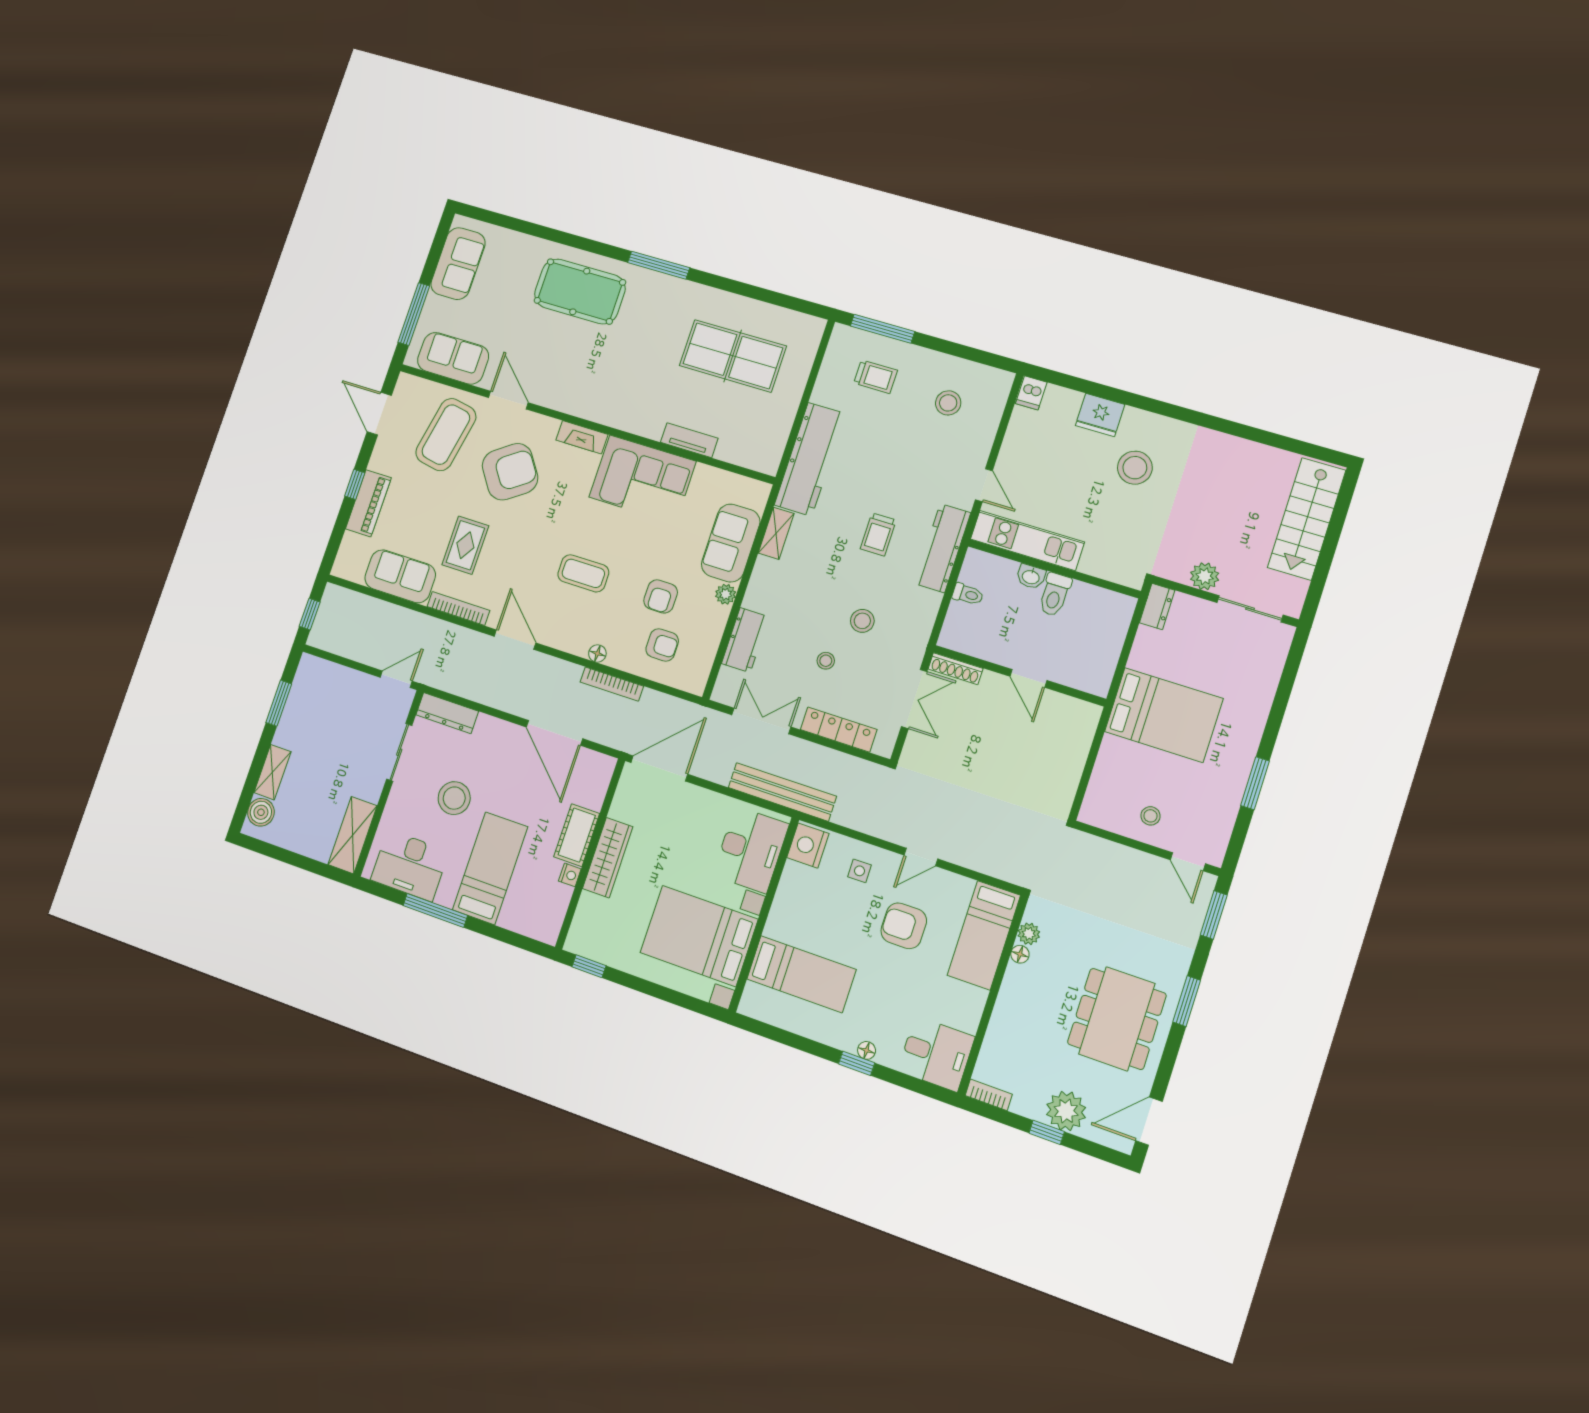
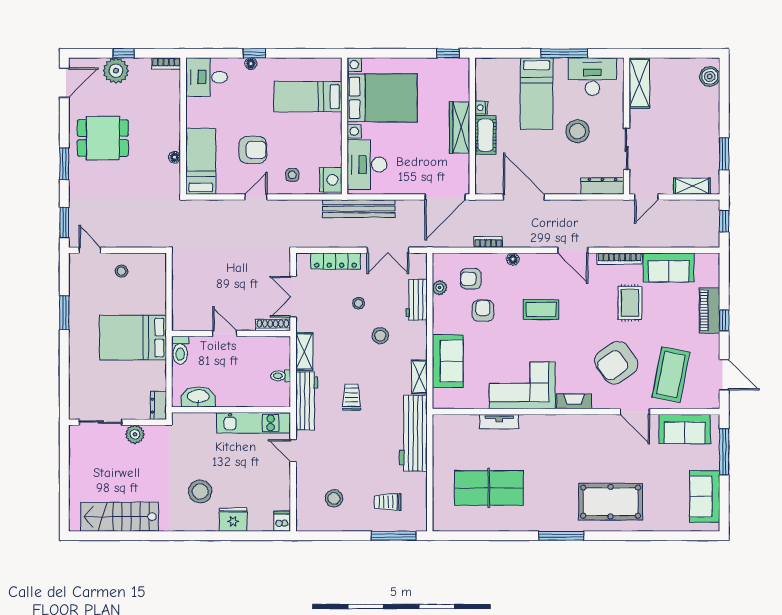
stairs: (1307, 519) -> (119, 517), moved, turned -90
washbasin: (1031, 577) -> (198, 397), moved, width x1.91, depth x1.45
plant: (726, 594) -> (440, 288), moved
toilet: (1055, 594) -> (180, 350), moved, turned 180
shelving: (923, 618) -> (304, 351), added
stool: (862, 621) -> (380, 336), moved
bookcase: (612, 684) -> (488, 242), width x0.64
shelving: (272, 772) -> (692, 186), moved, turned 90
plant: (1029, 934) -> (173, 172), removed
dining table: (1117, 1019) -> (103, 138), width x0.73

